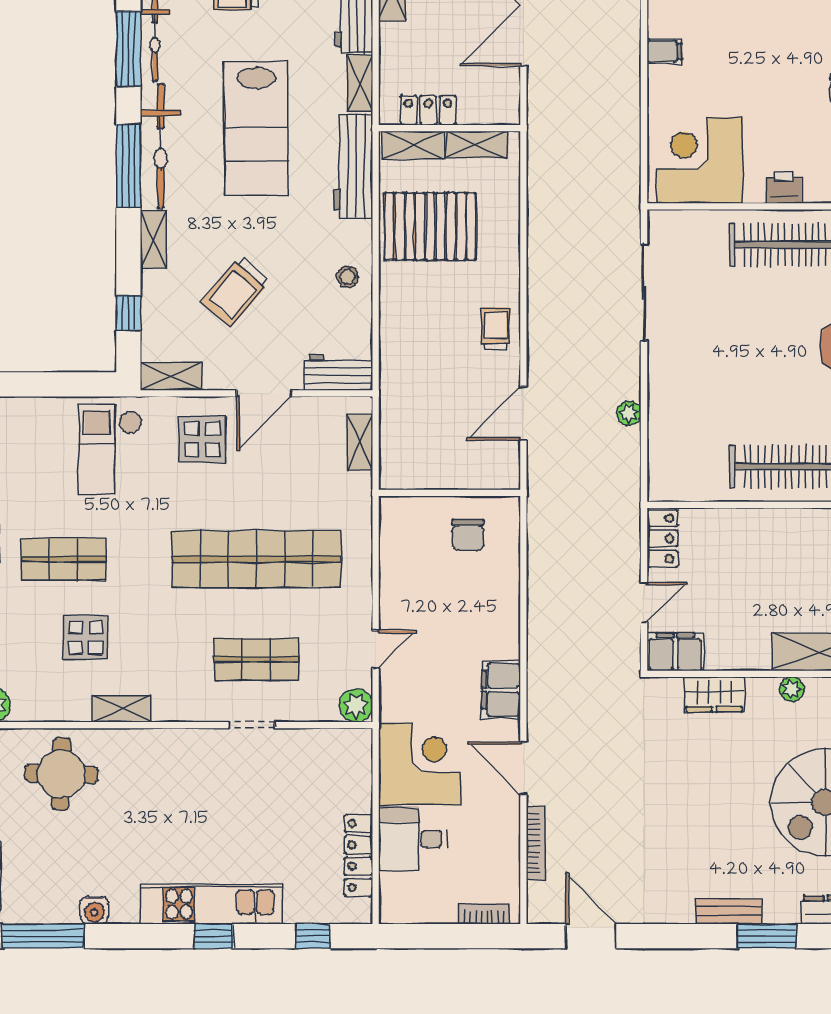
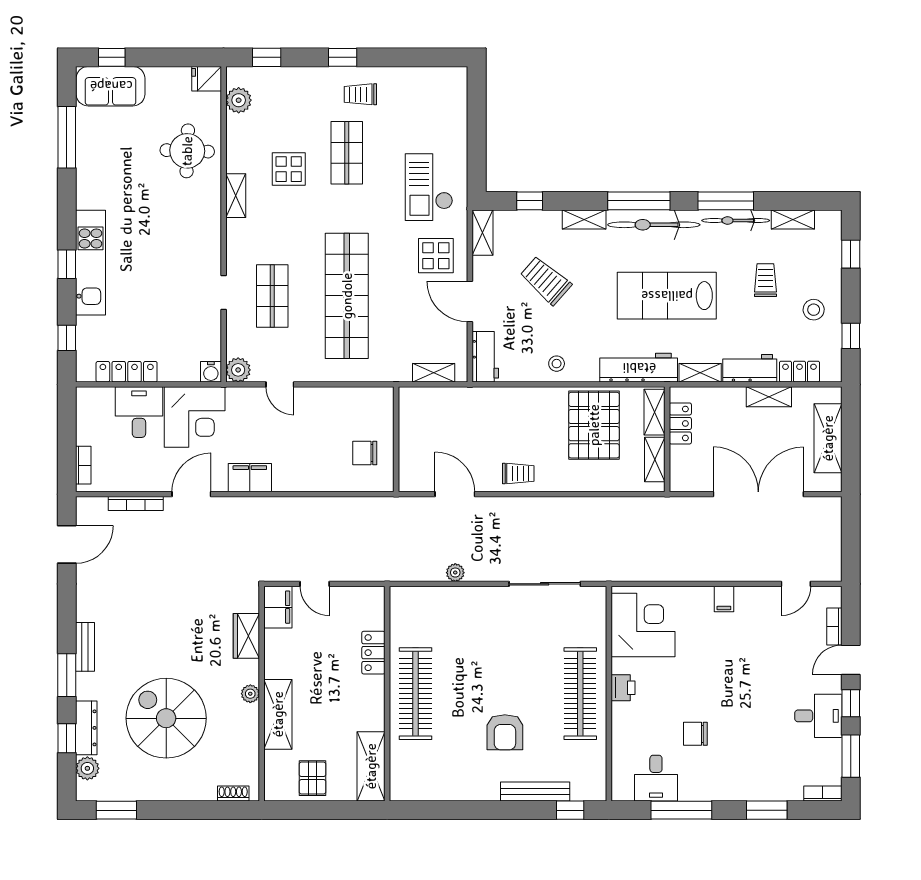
checkout: (110, 449) -> (429, 187), turned -90
locker: (662, 538) -> (373, 653), moved, turned 90
water cooler: (94, 910) -> (211, 372), moved, turned -90

